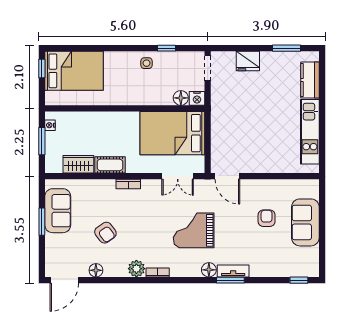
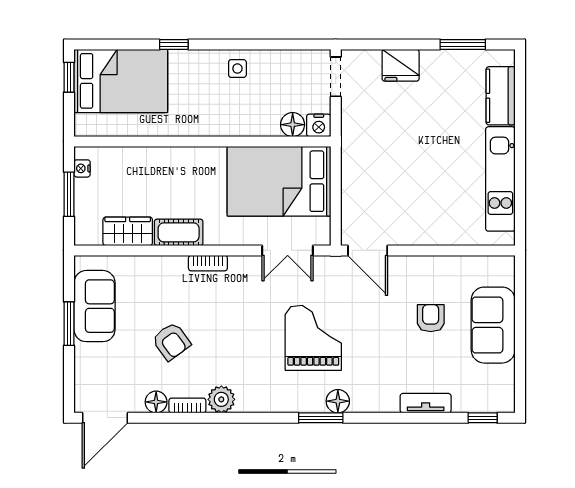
window: (167, 48) -> (174, 44), moved
grand piano: (194, 230) -> (313, 338), turned 90
tv unit: (233, 271) -> (426, 403), moved
bookcase: (158, 272) -> (187, 405), moved
window: (230, 280) -> (321, 418), moved

